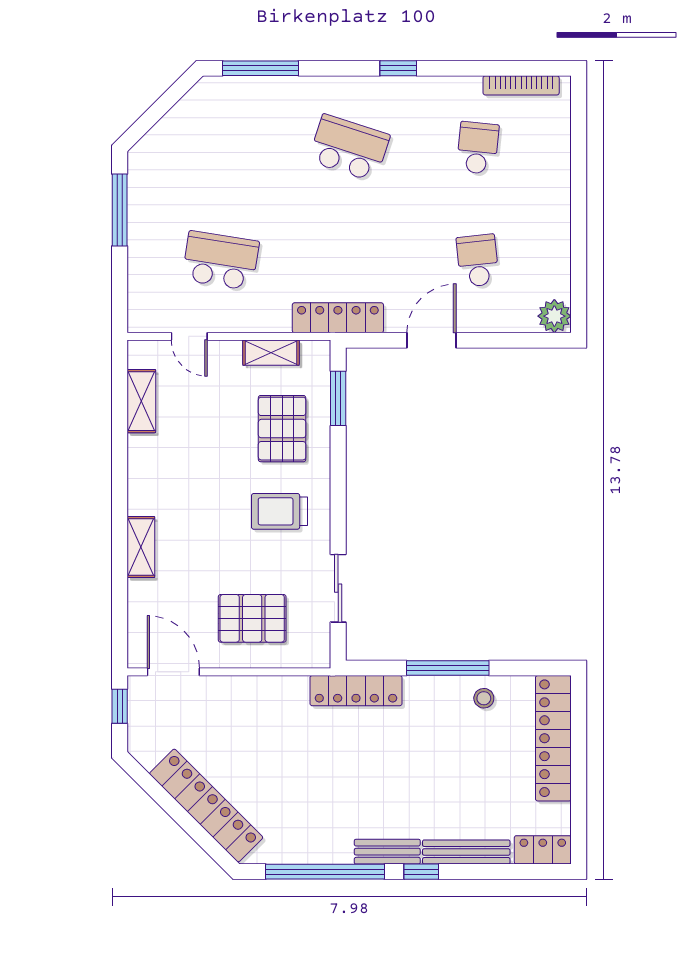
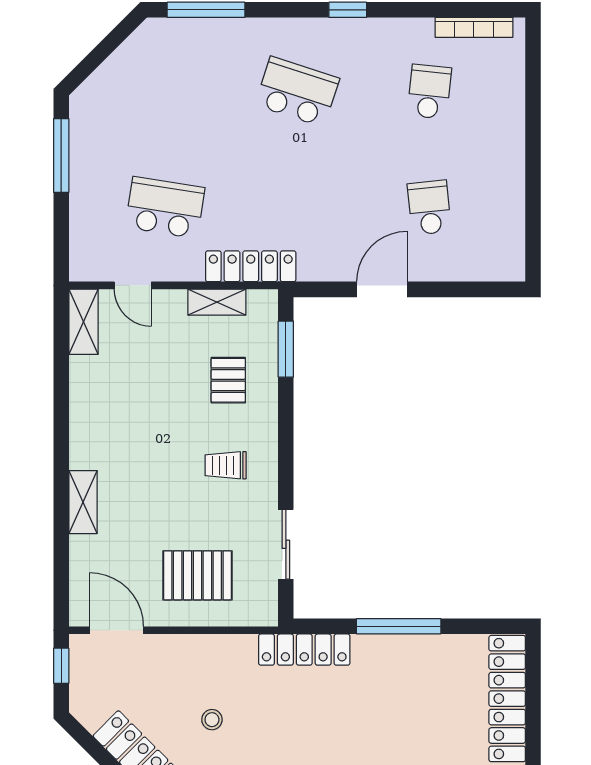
plant: (554, 316) -> (508, 265), removed
locker: (338, 318) -> (251, 266), moved
shelving: (141, 401) -> (84, 322), moved
pallet: (282, 429) -> (228, 380), width x0.67, depth x0.71
trolley: (279, 511) -> (226, 465), width x0.73, depth x0.72
stool: (484, 698) -> (212, 720), moved

